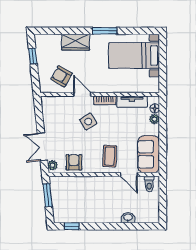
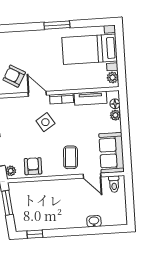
wardrobe: (76, 42) -> (27, 39), removed
plant: (154, 83) -> (113, 78), added

